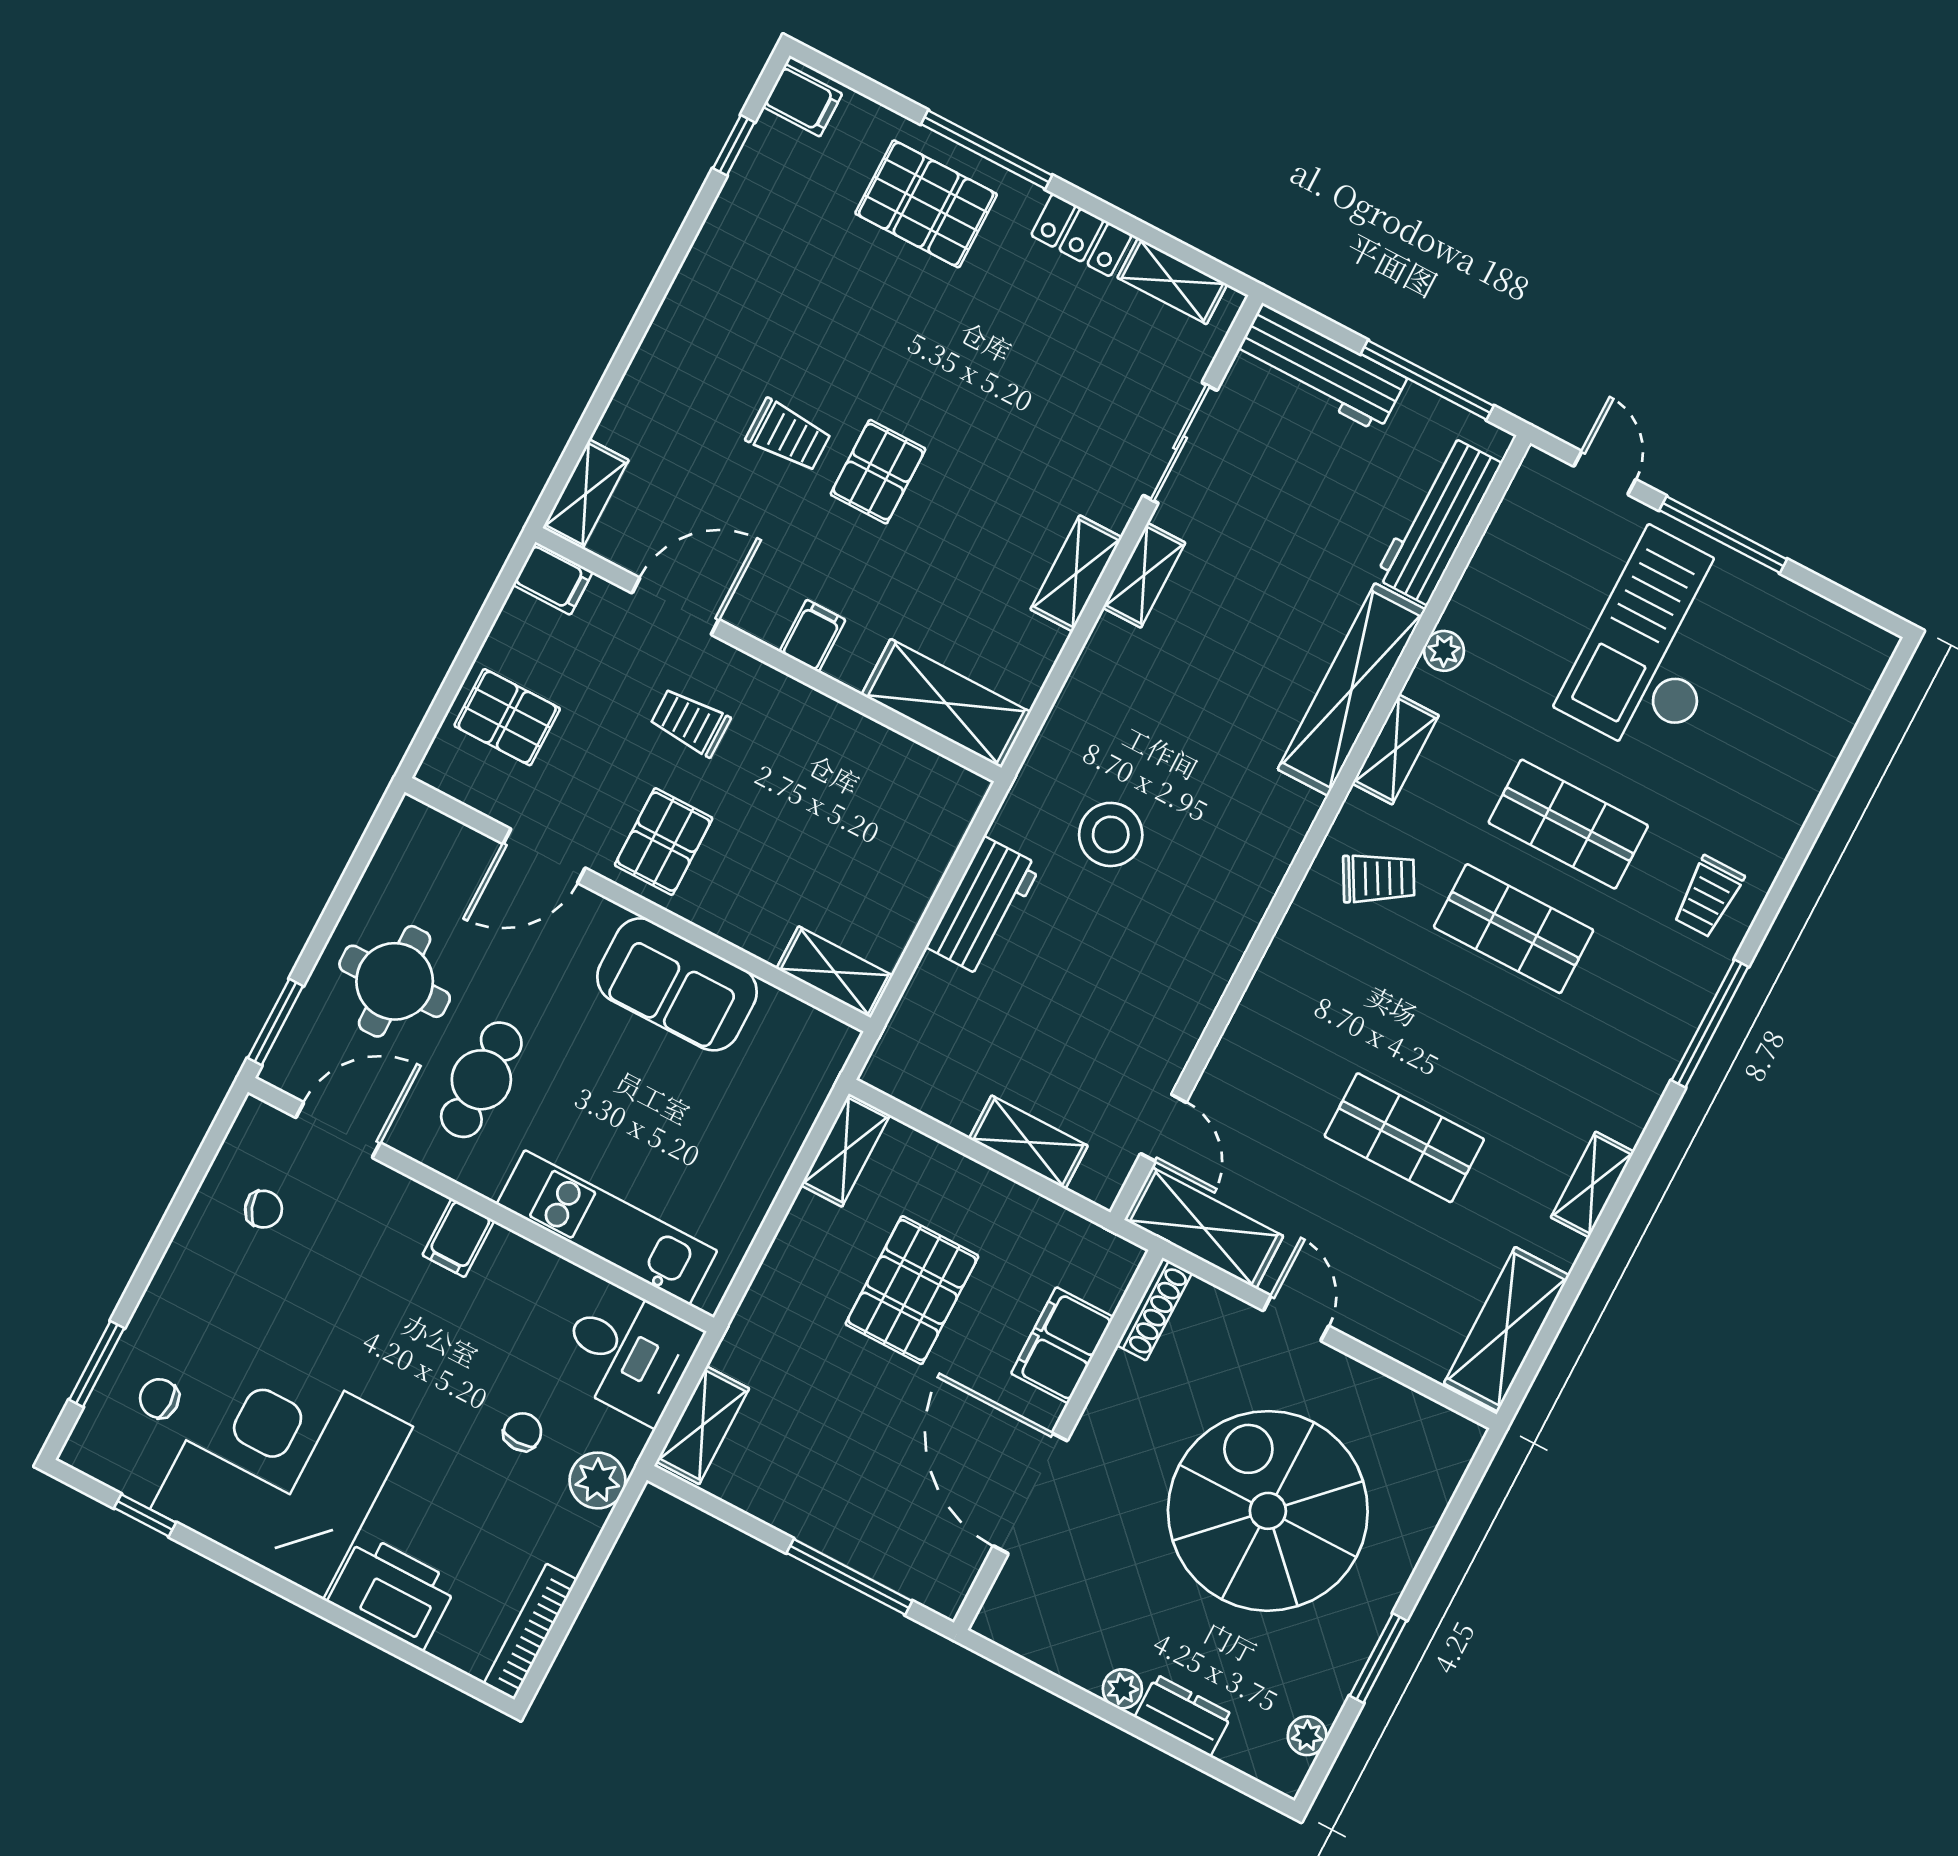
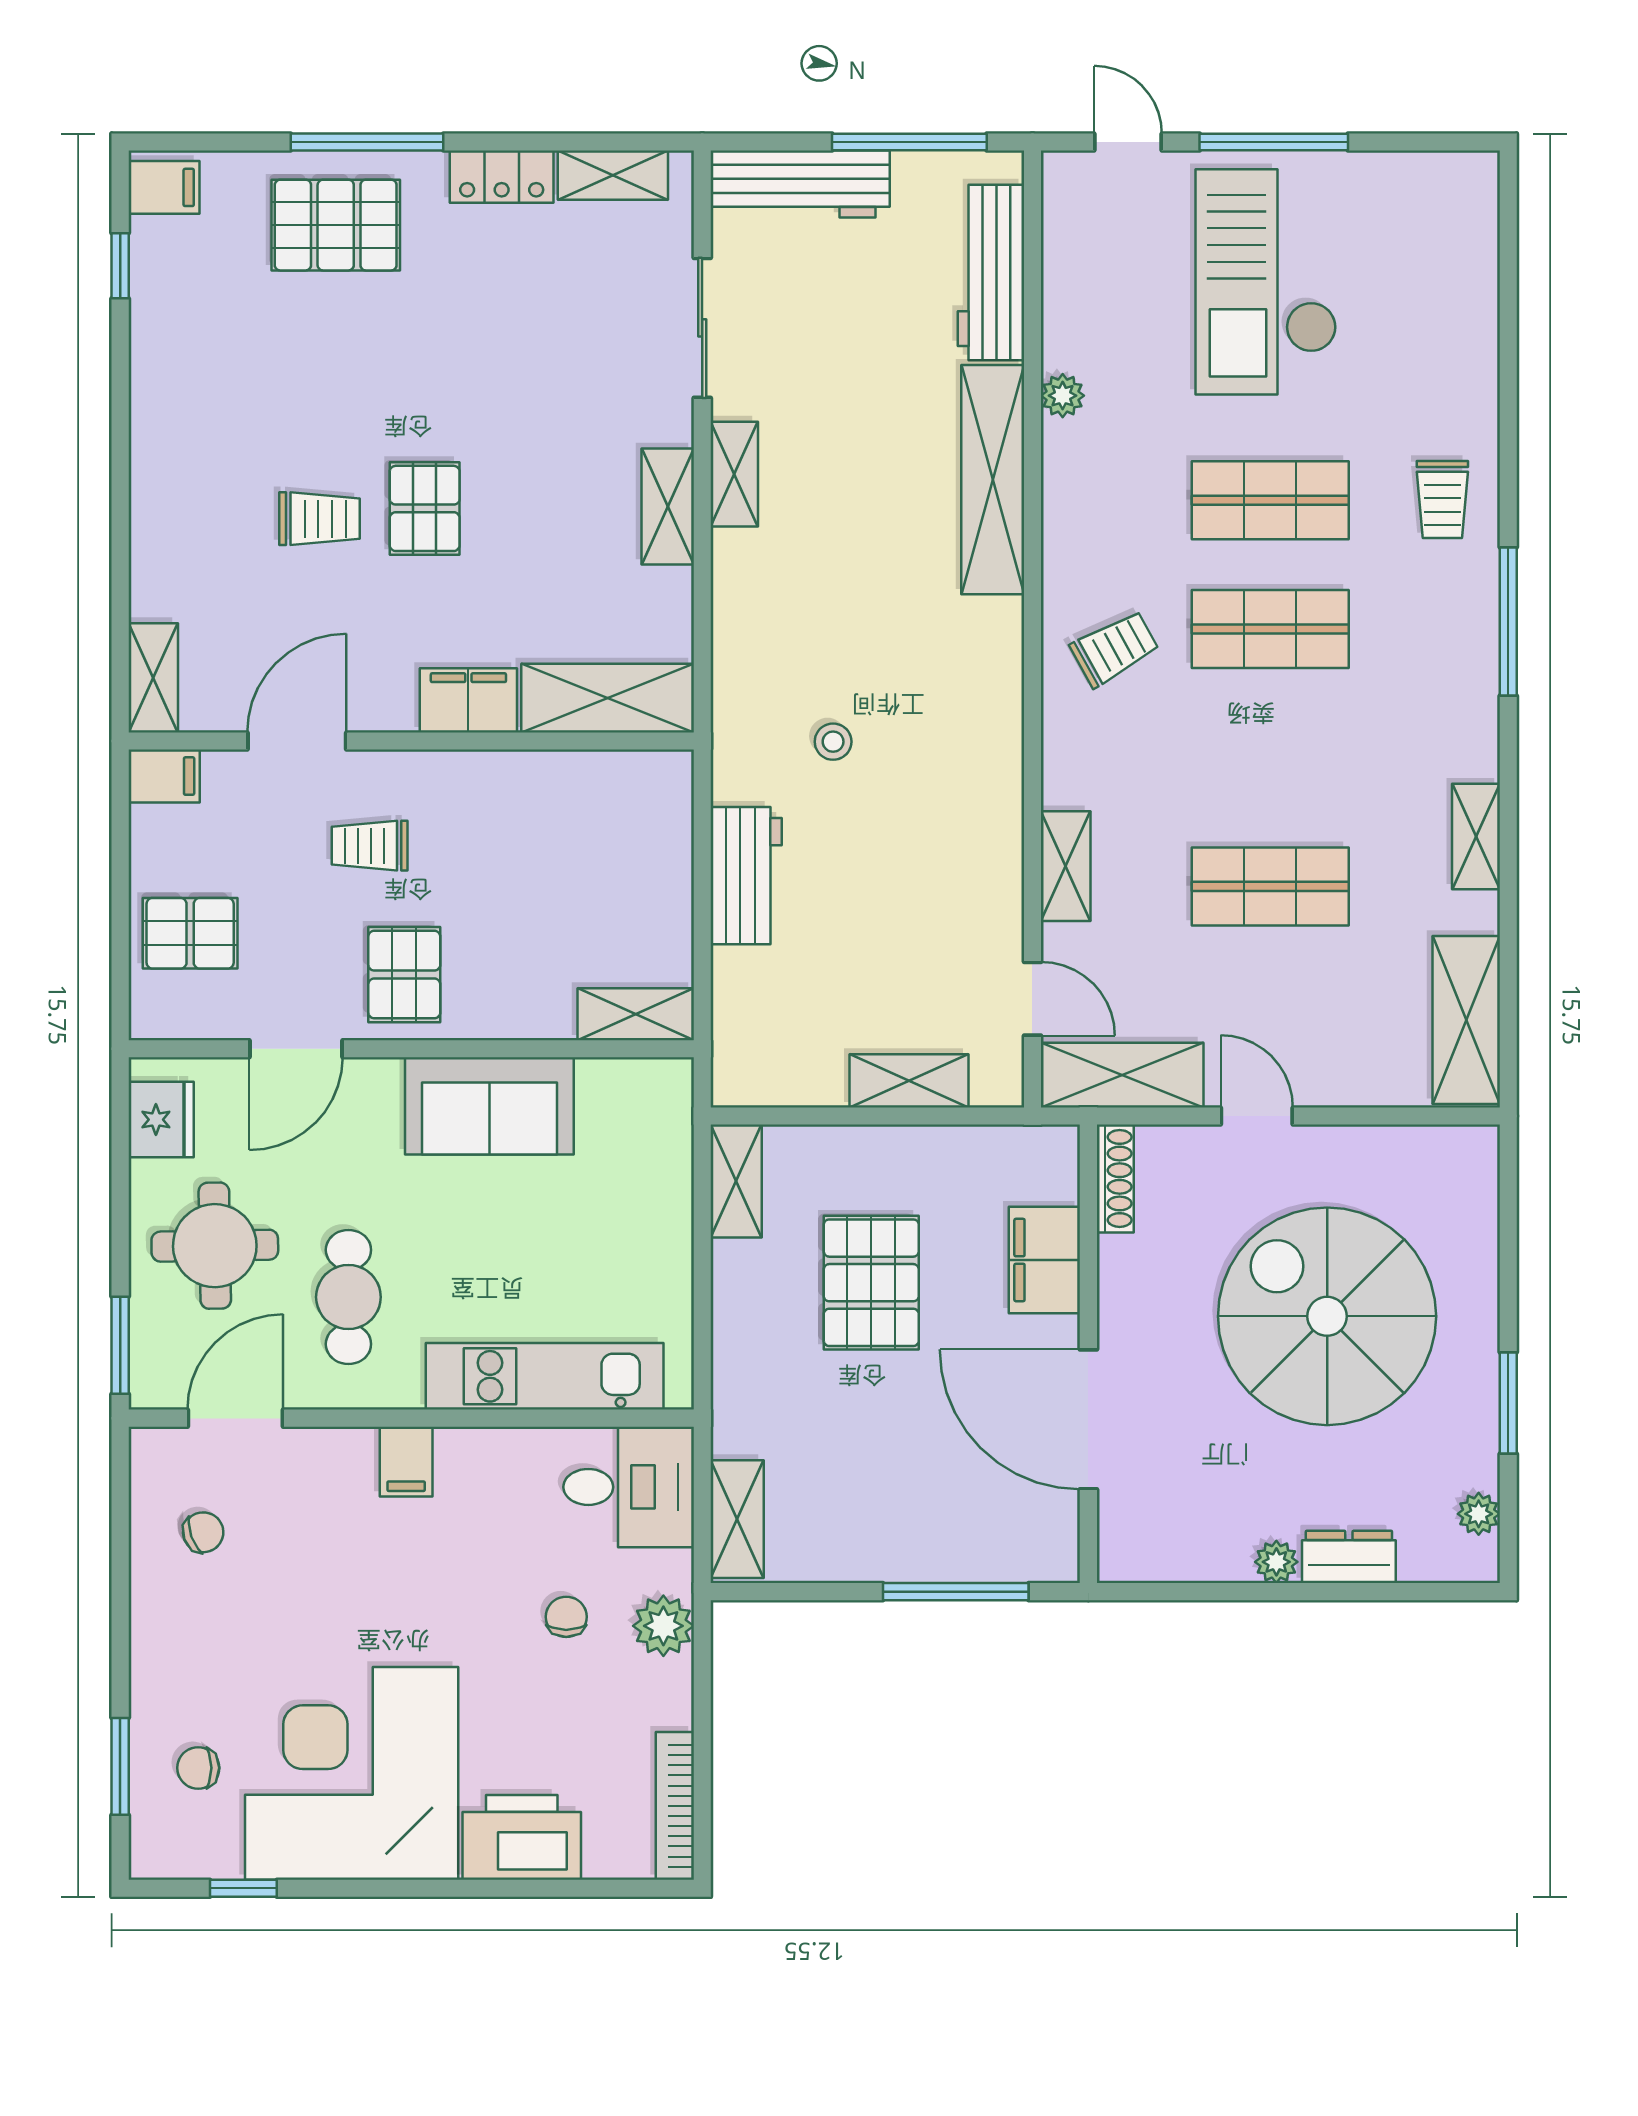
filing cabinet: (812, 636) -> (468, 700), width x2.00
shelving: (1396, 749) -> (1066, 866), moved
stool: (1111, 834) -> (833, 742), width x0.53, depth x0.53
fridge: (405, 856) -> (161, 1120), added

